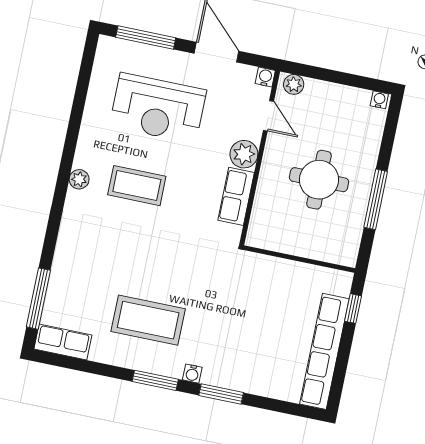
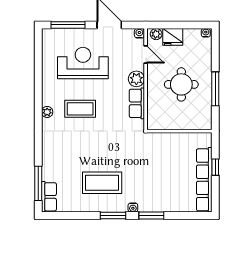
fridge: (321, 95) -> (173, 37), added
reception desk: (158, 108) -> (83, 63), turned 180
window: (353, 309) -> (215, 167), moved
row of seats: (63, 342) -> (49, 197), moved, turned 90

